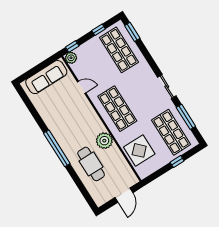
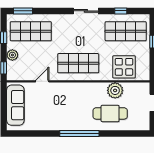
plant: (71, 58) -> (12, 55), moved
window: (186, 117) -> (121, 11), width x0.46
plant: (104, 141) -> (115, 90), moved

